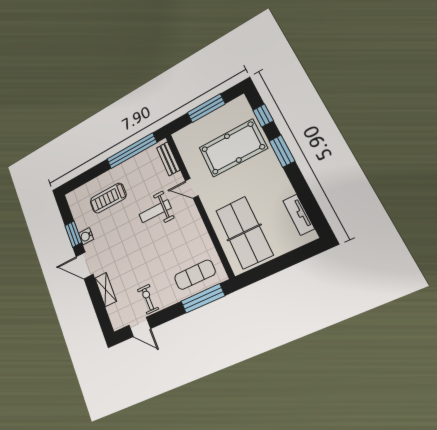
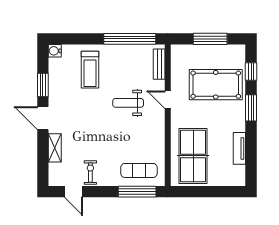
treadmill: (108, 198) -> (90, 70), turned -90
tv unit: (299, 215) -> (239, 148), moved
water cooler: (86, 236) -> (55, 51), moved

